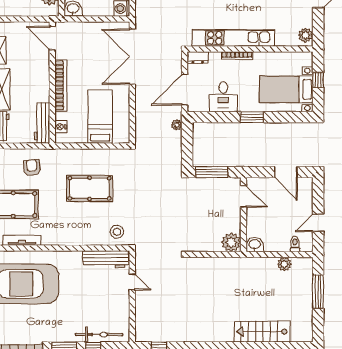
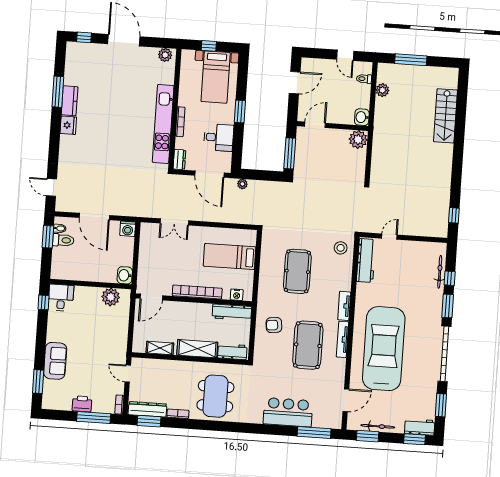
double door: (132, 57) -> (174, 222), width x0.54
tv unit: (57, 240) -> (344, 306), added
bicycle: (99, 335) -> (440, 272), width x0.73, depth x0.71

